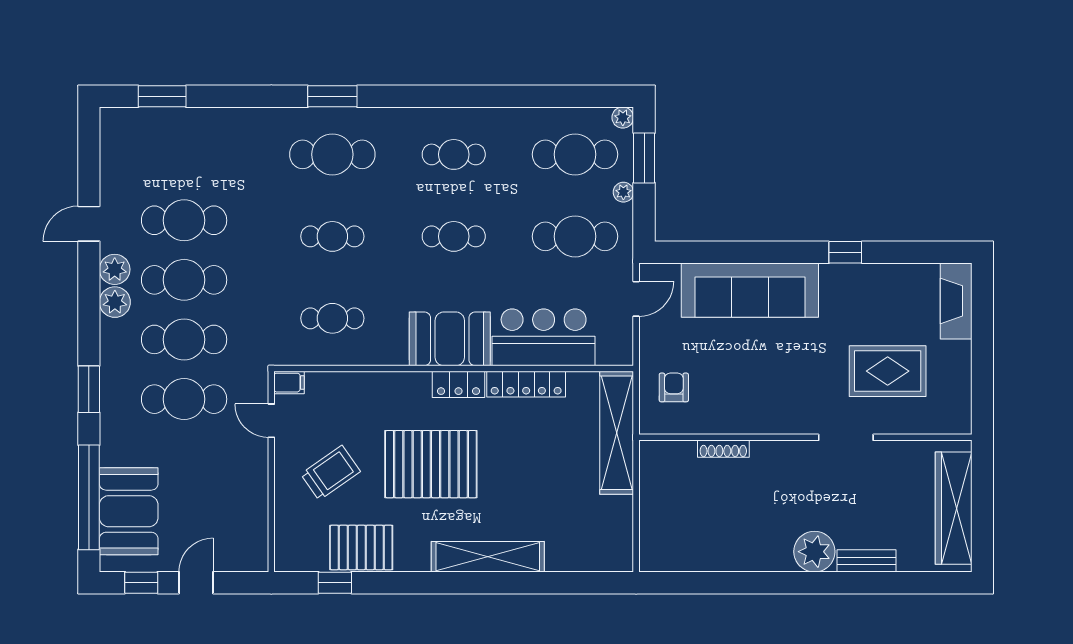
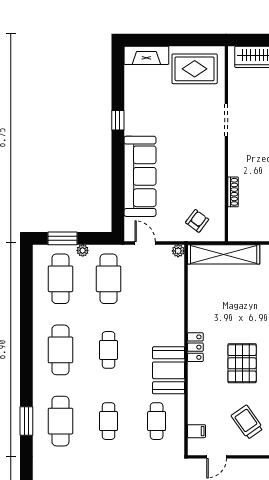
plant: (623, 118) -> (178, 251), moved
cafe table: (454, 154) -> (60, 350), width x1.37, depth x1.35
bar counter: (544, 337) -> (168, 297), removed
booth: (450, 339) -> (169, 370), moved
rug: (888, 371) -> (195, 69), moved, turned 90
filing cabinet: (289, 383) -> (196, 431), moved, turned 90
locker: (526, 384) -> (195, 307), removed
armchair: (674, 387) -> (197, 221), turned 127
pallet: (431, 464) -> (242, 363), width x0.73, depth x0.71

